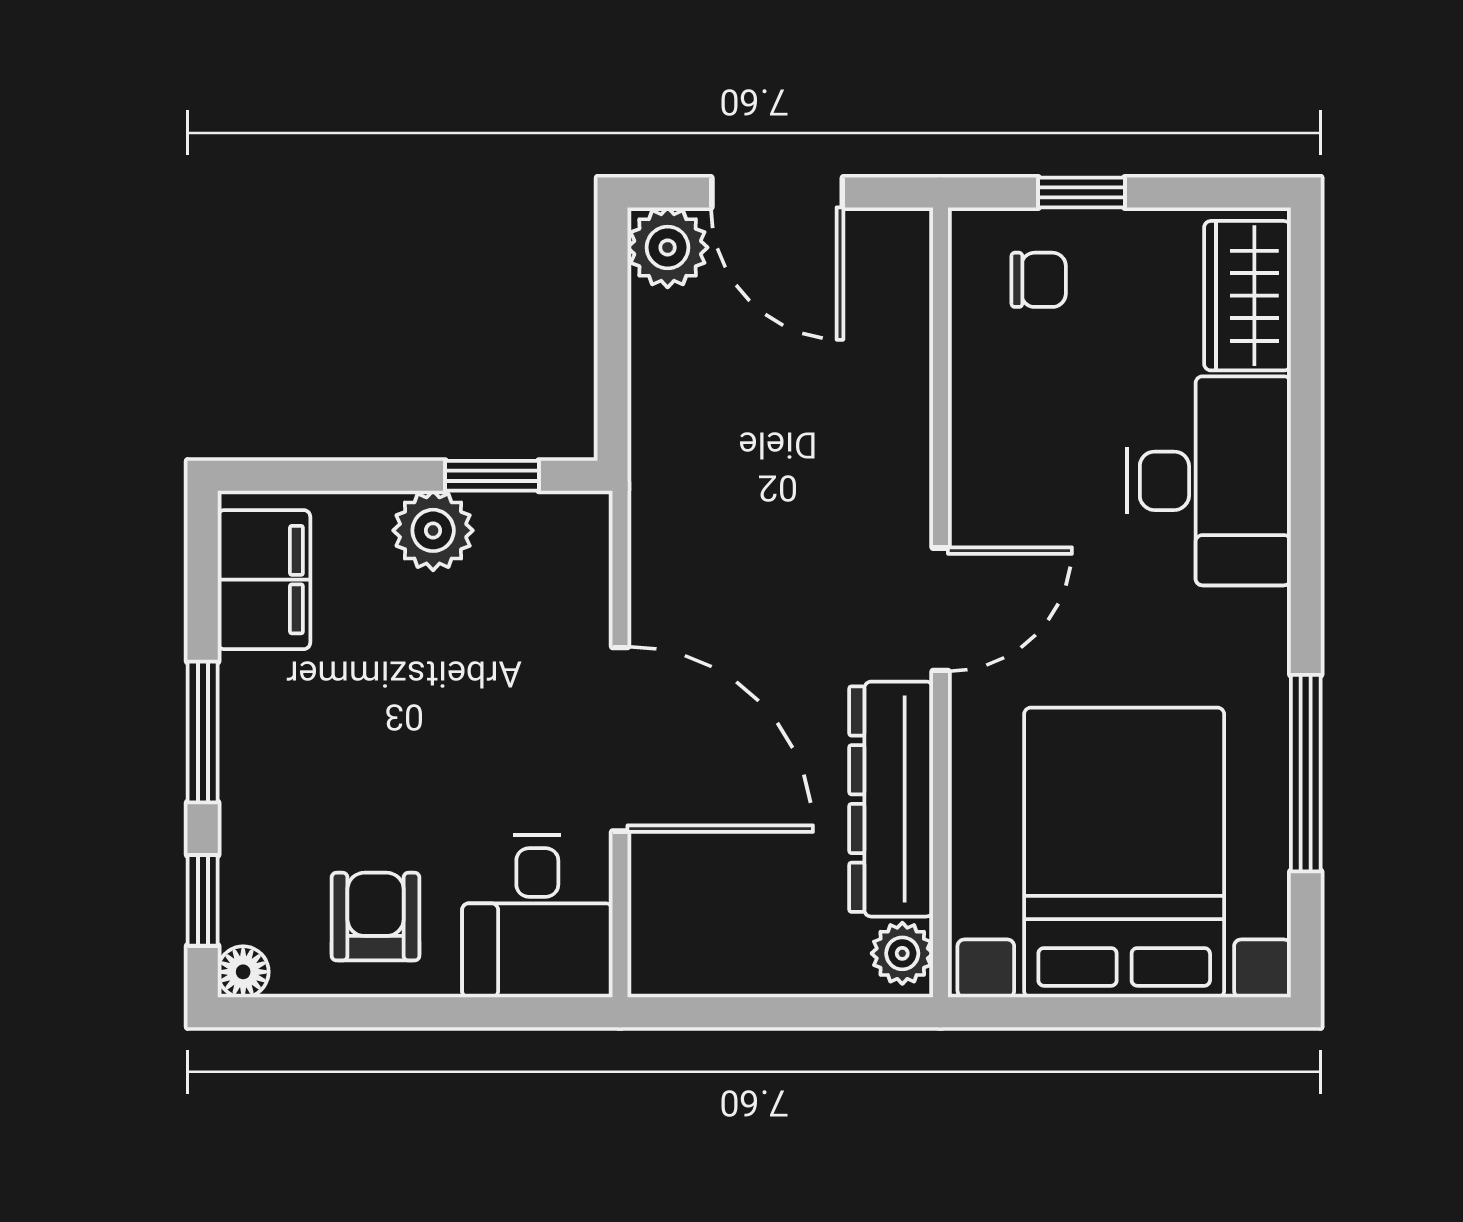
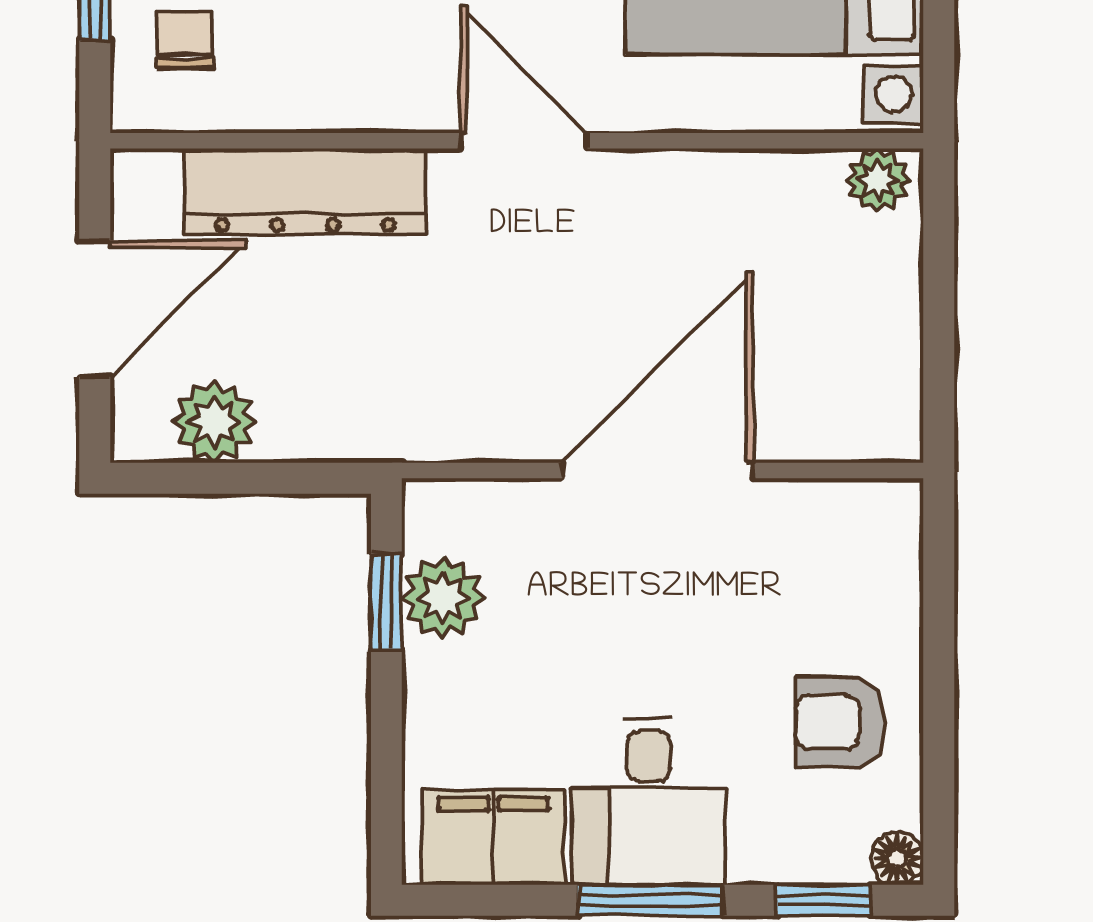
plant: (668, 247) -> (215, 422), moved
plant: (433, 530) -> (443, 598), moved
dresser: (891, 799) -> (305, 191), moved
desk: (537, 916) -> (649, 801), moved, turned 90

